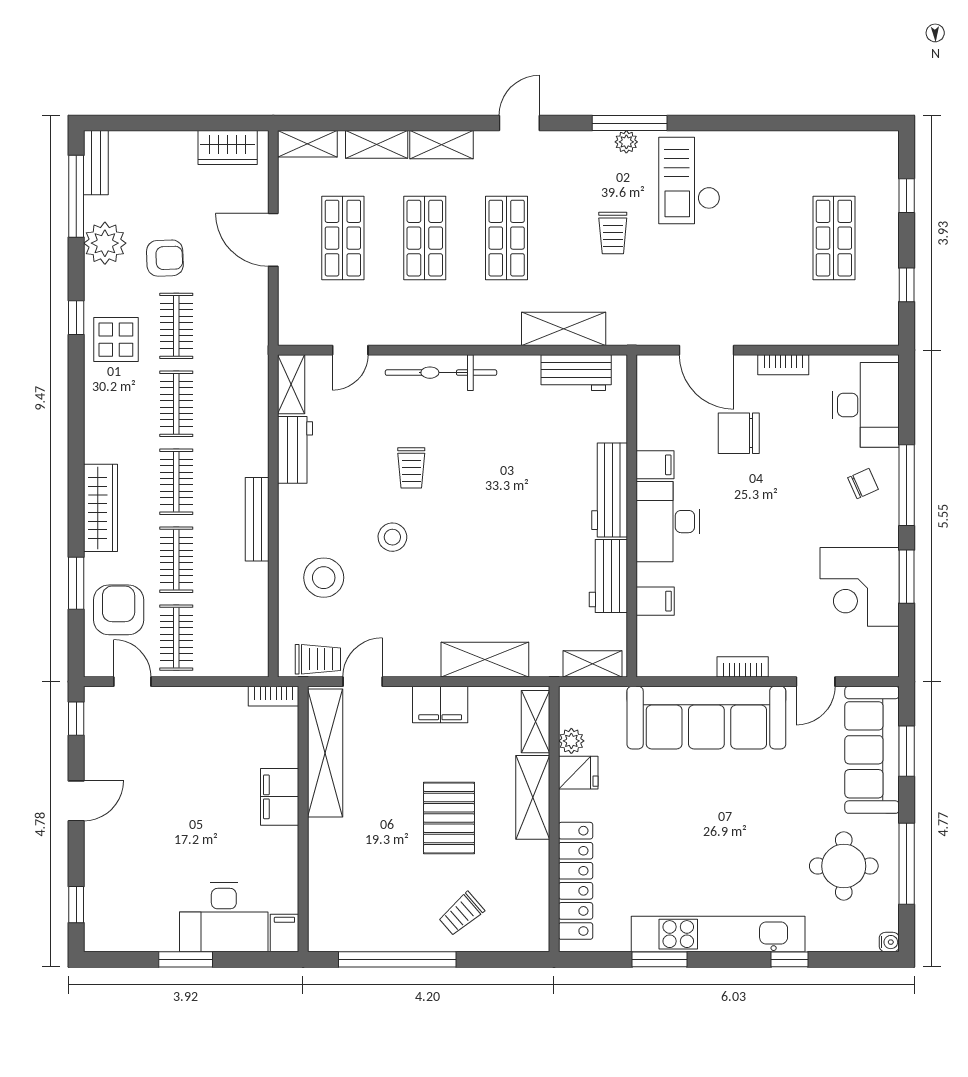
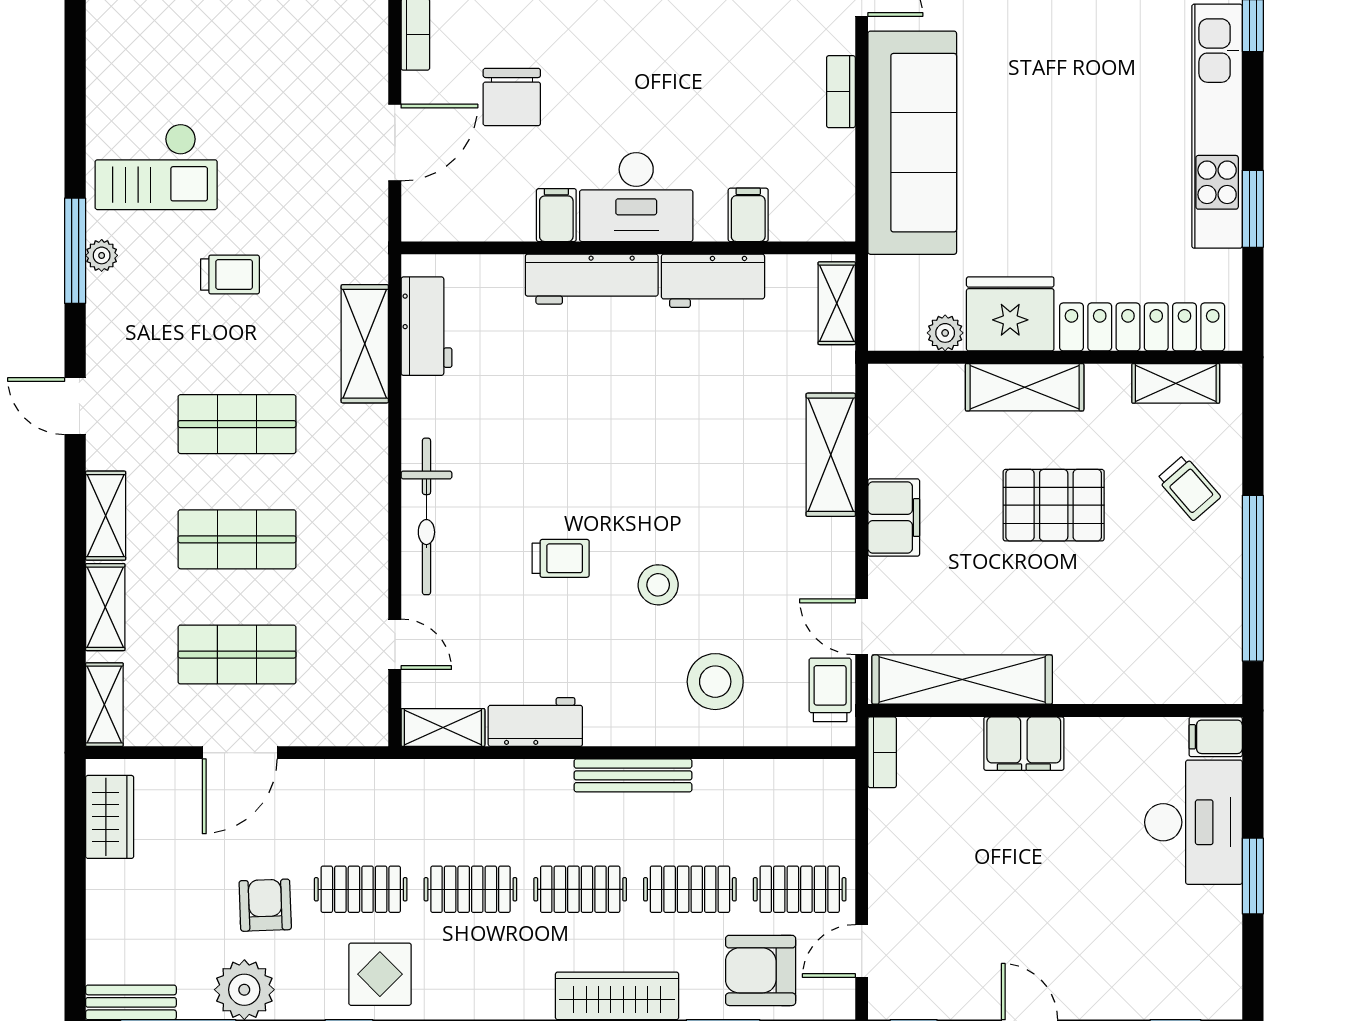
shelving: (536, 722) -> (1176, 383), moved
fridge: (578, 773) -> (1010, 314), width x1.88, depth x1.34

